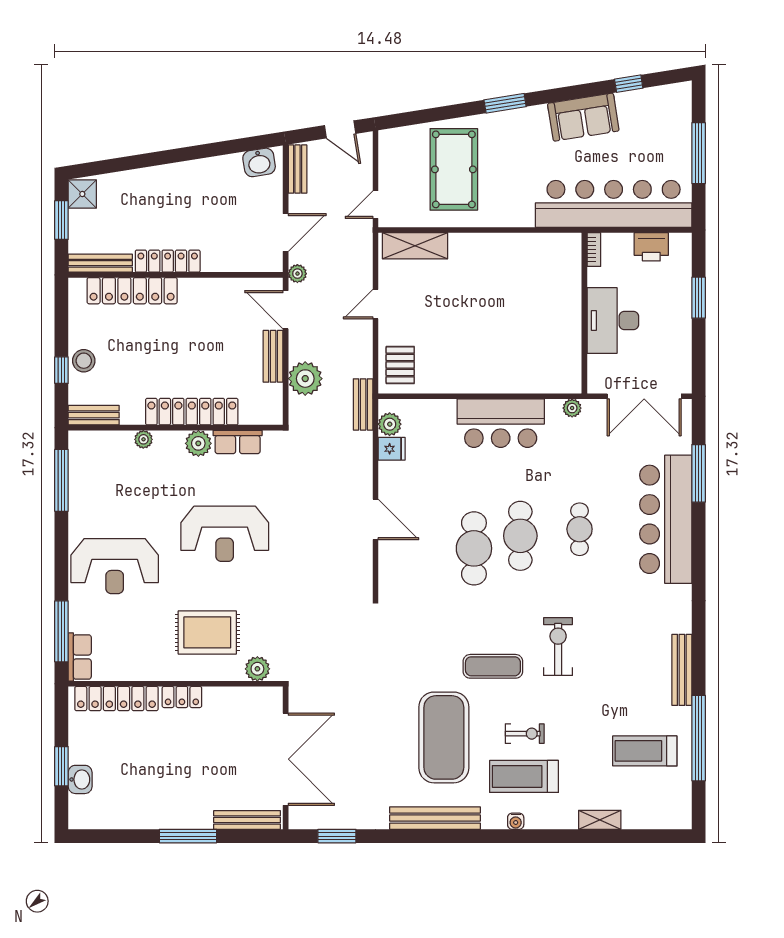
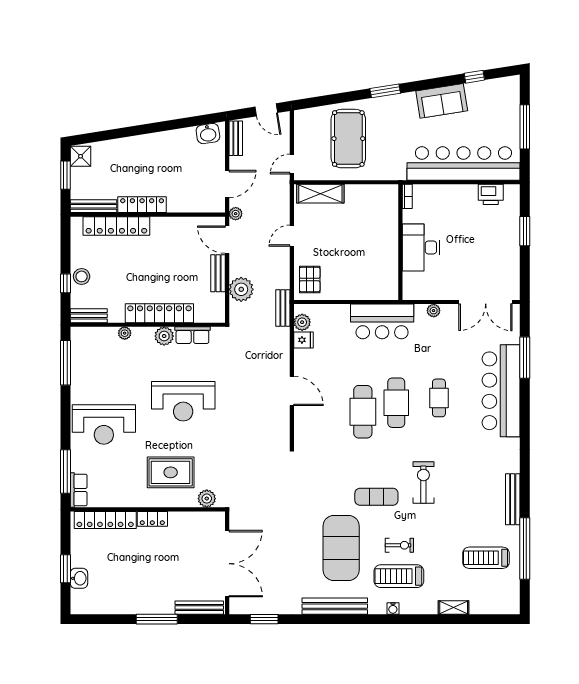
bookcase: (594, 250) -> (407, 196), moved
wall: (584, 313) -> (400, 242), moved
desk: (613, 320) -> (421, 247), moved

